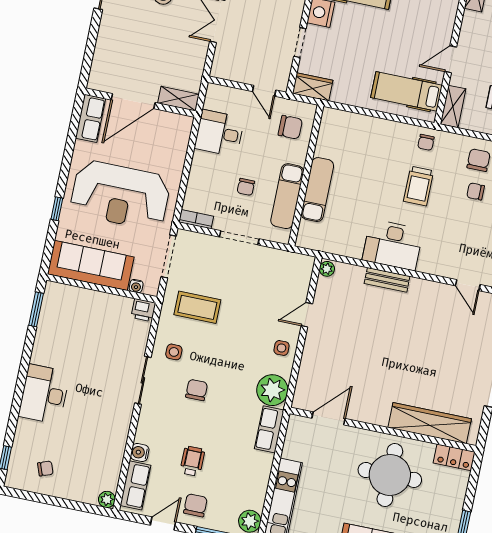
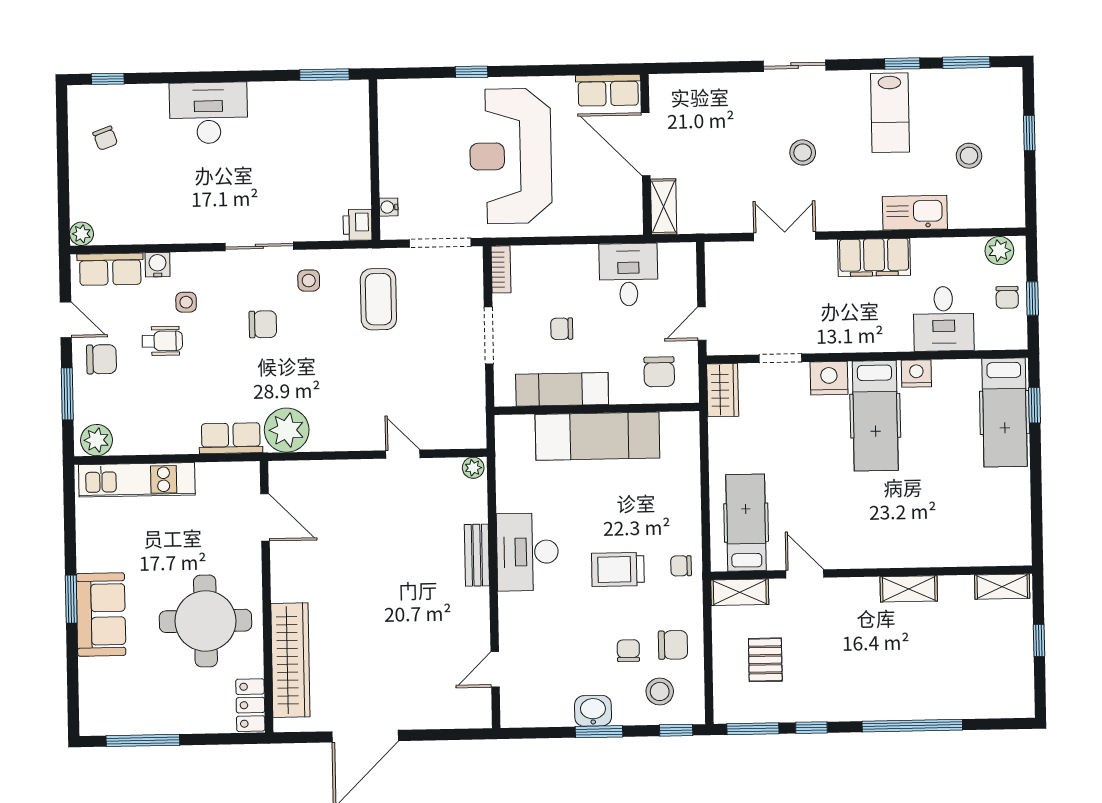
exam couch: (317, 190) -> (597, 436), width x1.36, depth x1.45
sofa: (91, 265) -> (403, 137), removed
side table: (281, 348) -> (186, 302), moved

